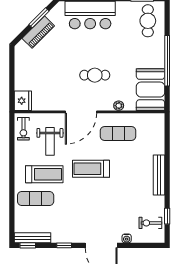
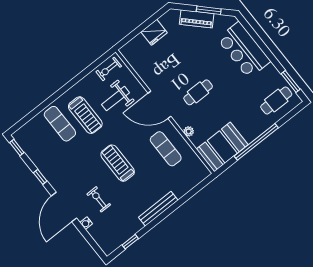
cafe table: (95, 75) -> (198, 92), turned 90
fridge: (23, 101) -> (154, 32), moved
treadmill: (91, 169) -> (118, 163), moved
exercise bike: (150, 223) -> (99, 199), moved
bench: (33, 238) -> (26, 147), removed

